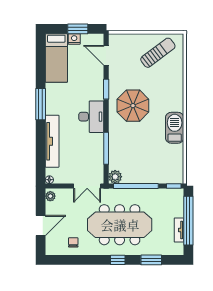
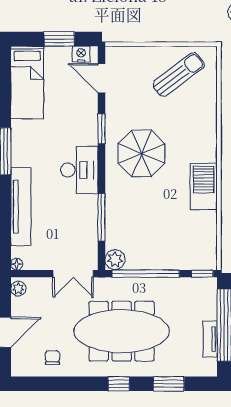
nightstand: (74, 39) -> (81, 54), moved

